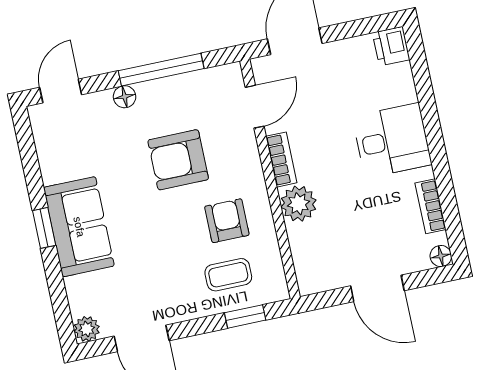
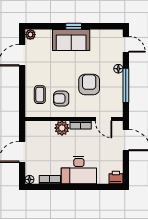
desk: (392, 140) -> (79, 170), width x1.37
armchair: (227, 221) -> (61, 99), turned 180
window: (245, 316) -> (22, 98), removed

